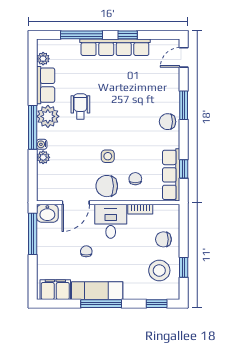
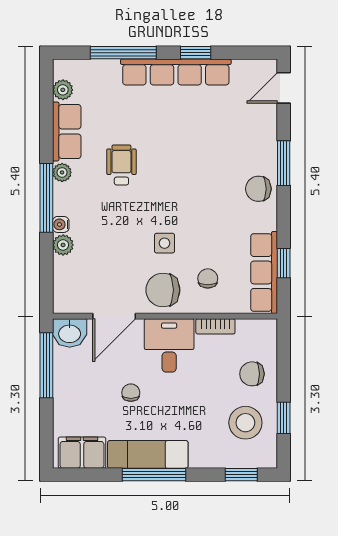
plant: (48, 116) -> (62, 172), width x0.53, depth x0.53

